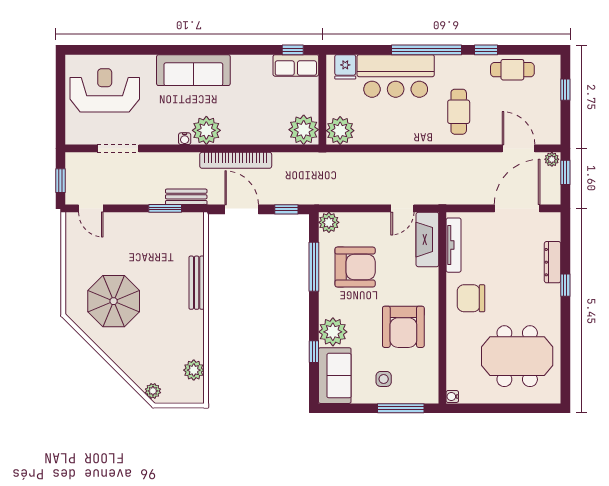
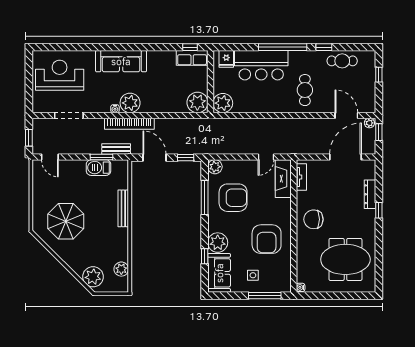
bookcase: (236, 160) -> (129, 124), moved
barbecue: (161, 224) -> (99, 168), added
tv unit: (454, 245) -> (301, 177), width x0.71
plant: (153, 391) -> (93, 277), width x1.88, depth x1.88

